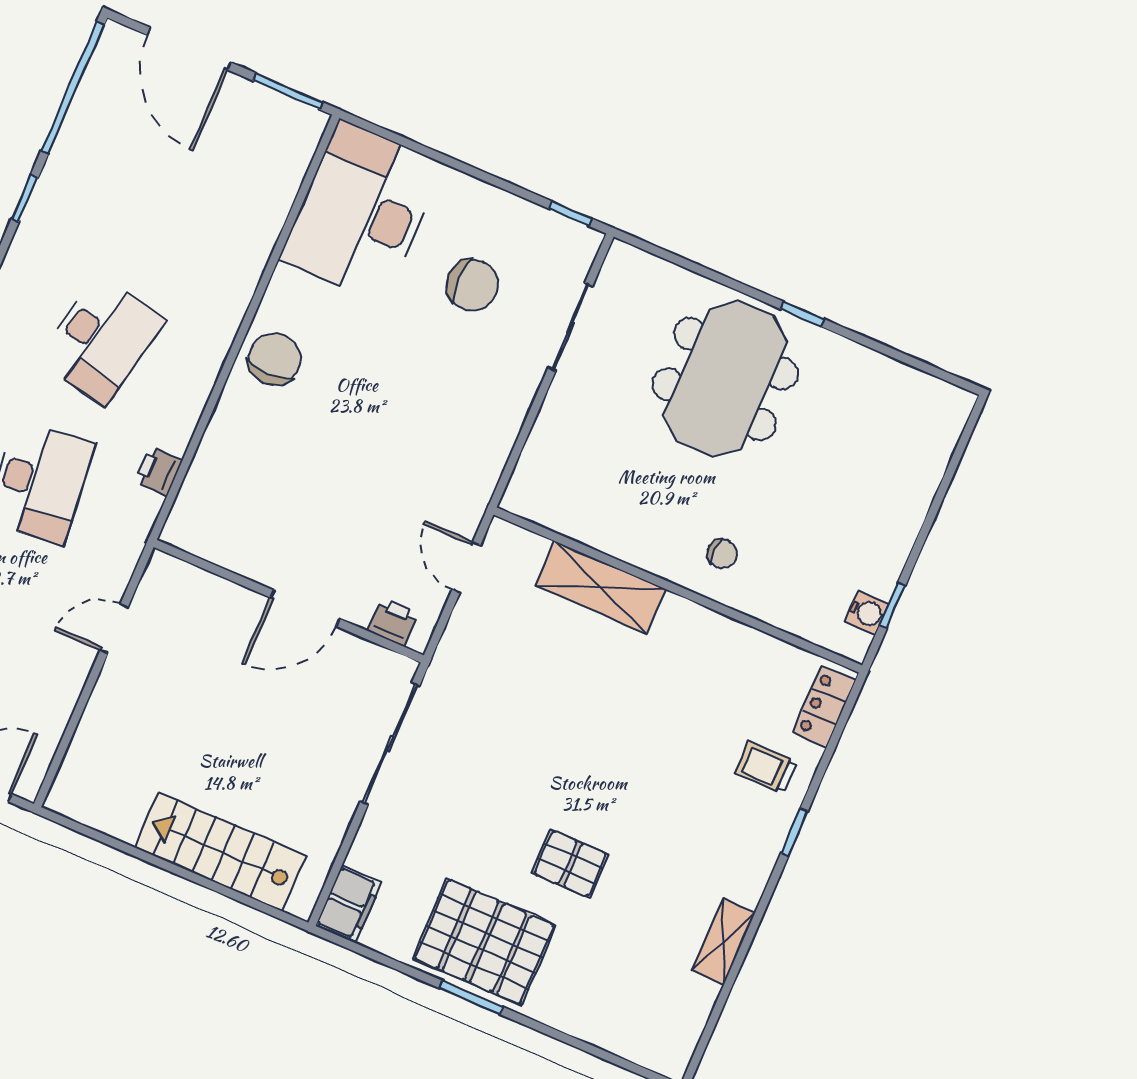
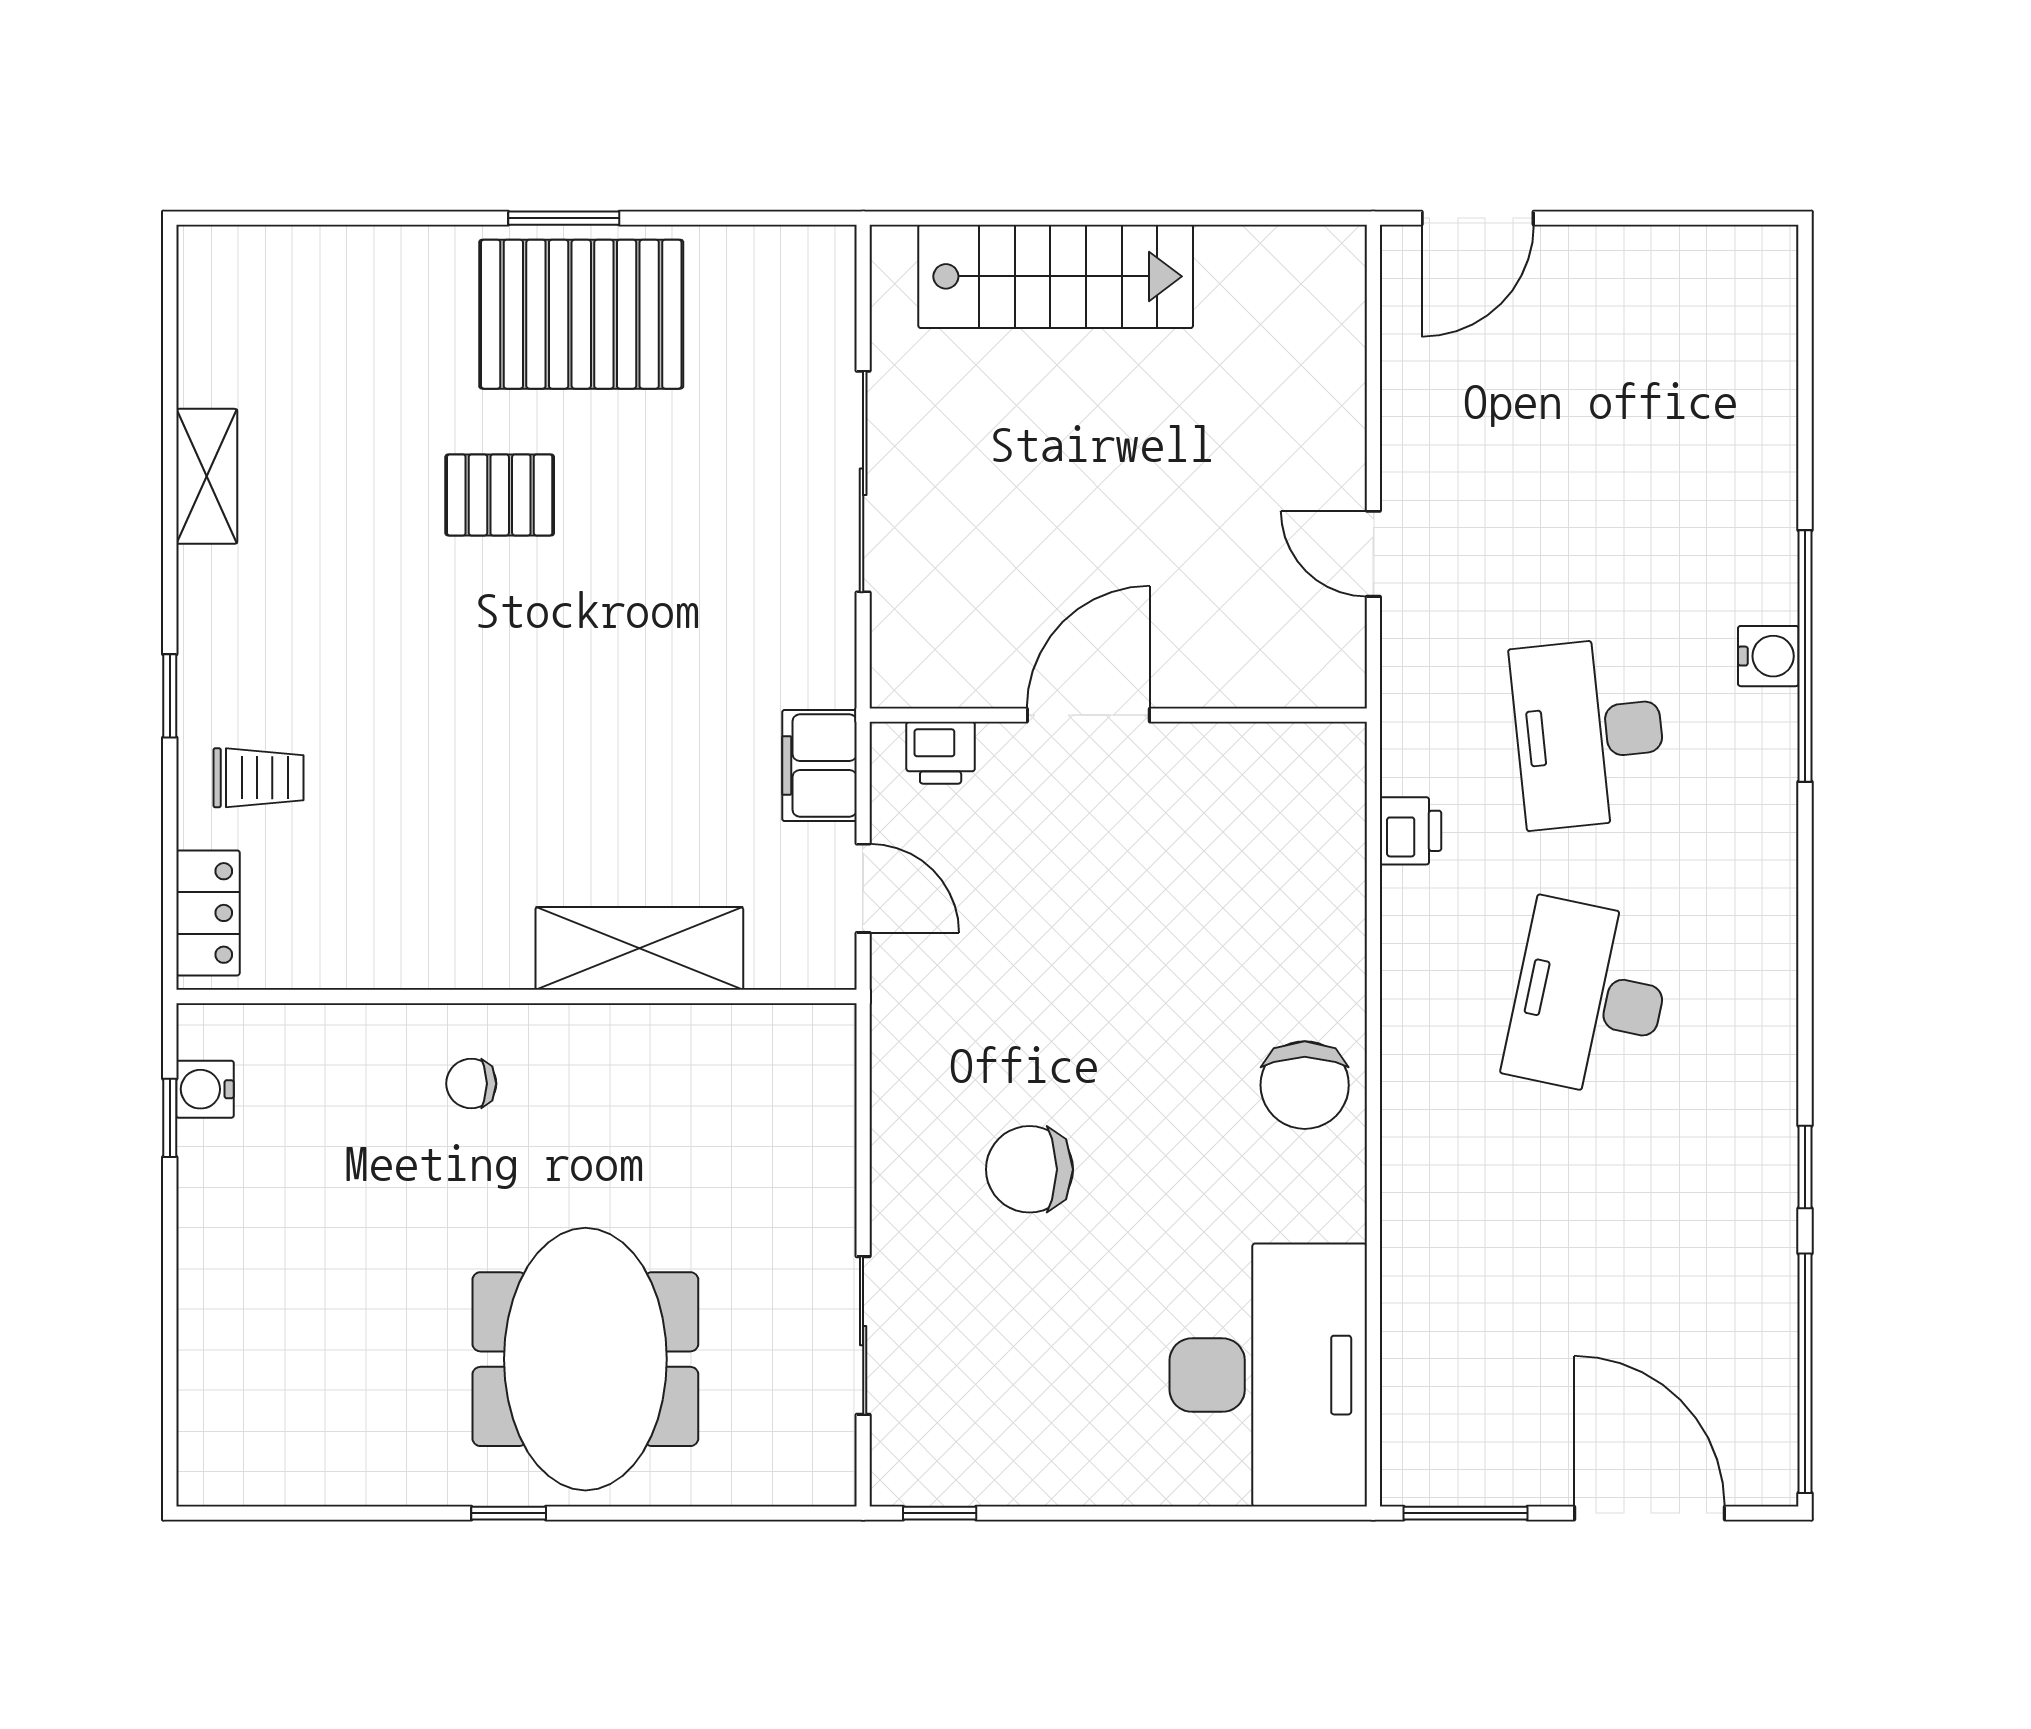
chair: (473, 285) -> (1029, 1169), moved
door: (114, 629) -> (1373, 554), swing flipped
sliding door: (390, 744) -> (863, 482), moved
filing cabinet: (349, 904) -> (819, 766), moved

